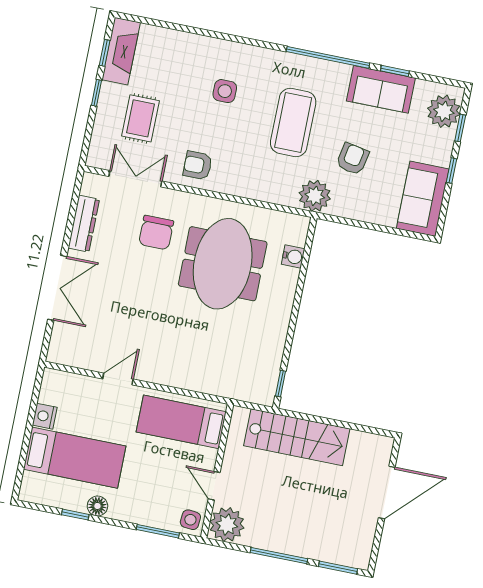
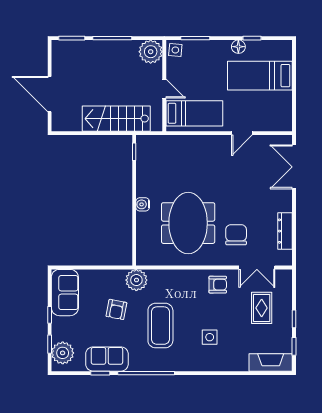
fireplace: (121, 51) -> (271, 362), moved, turned 90
water cooler: (293, 257) -> (143, 204), moved
double door: (57, 288) -> (294, 167), moved
nightstand: (45, 416) -> (285, 99), removed
door: (214, 486) -> (164, 89), moved
door: (387, 492) -> (50, 94), hinge flipped

